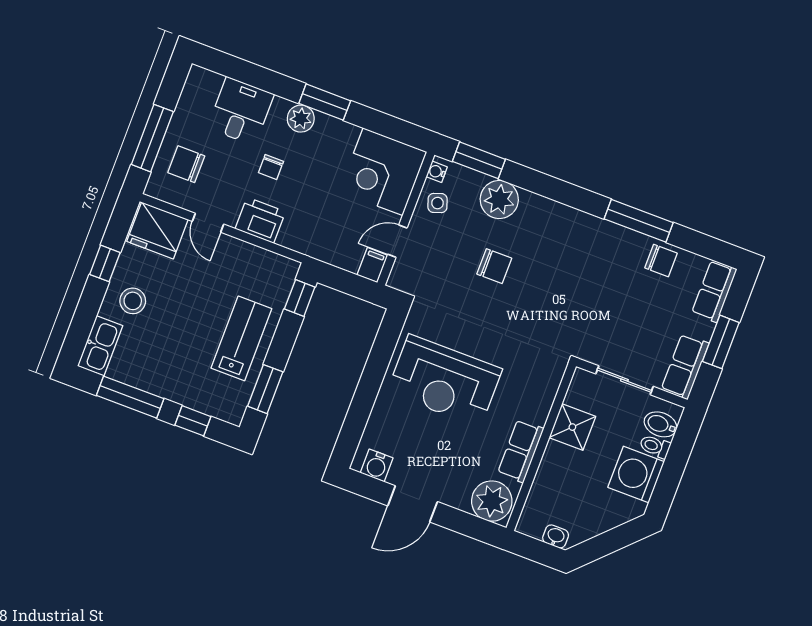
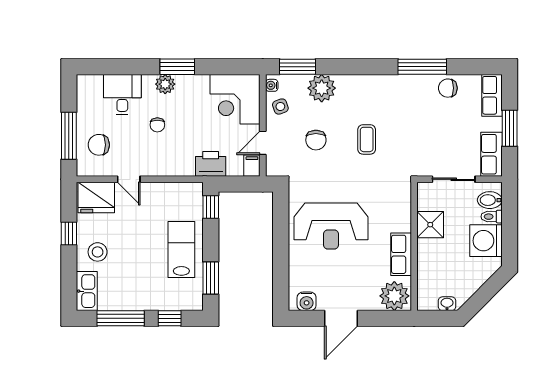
printer: (260, 220) -> (211, 164), moved
chair: (661, 261) -> (448, 88), turned 180
chair: (494, 266) -> (316, 140), moved, turned 90
coffee table: (532, 287) -> (367, 139), added

